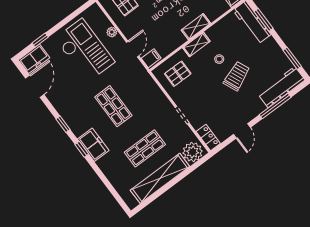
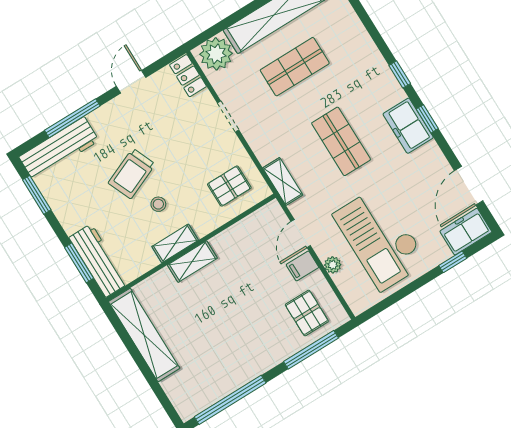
shelving: (196, 45) -> (175, 243), moved
filing cabinet: (151, 58) -> (302, 266), moved
shelving: (146, 79) -> (283, 181), added
freezer: (93, 145) -> (408, 126), moved

